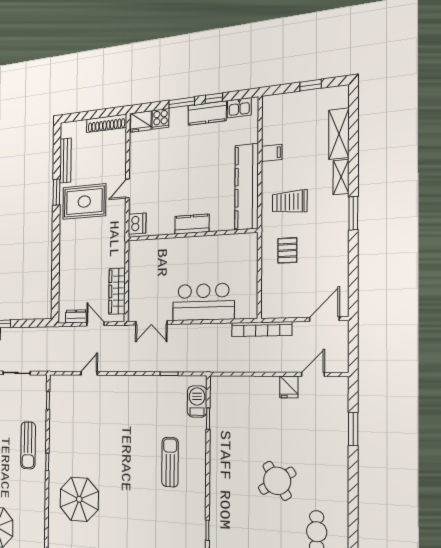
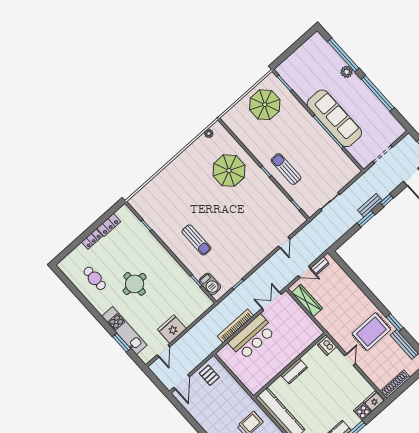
pallet: (287, 250) -> (209, 375), moved
bookcase: (261, 329) -> (236, 326), moved
fridge: (289, 387) -> (172, 329), width x1.88, depth x1.34
kitchen unit: (337, 440) -> (124, 331), added
round table: (277, 481) -> (135, 284), turned 33

